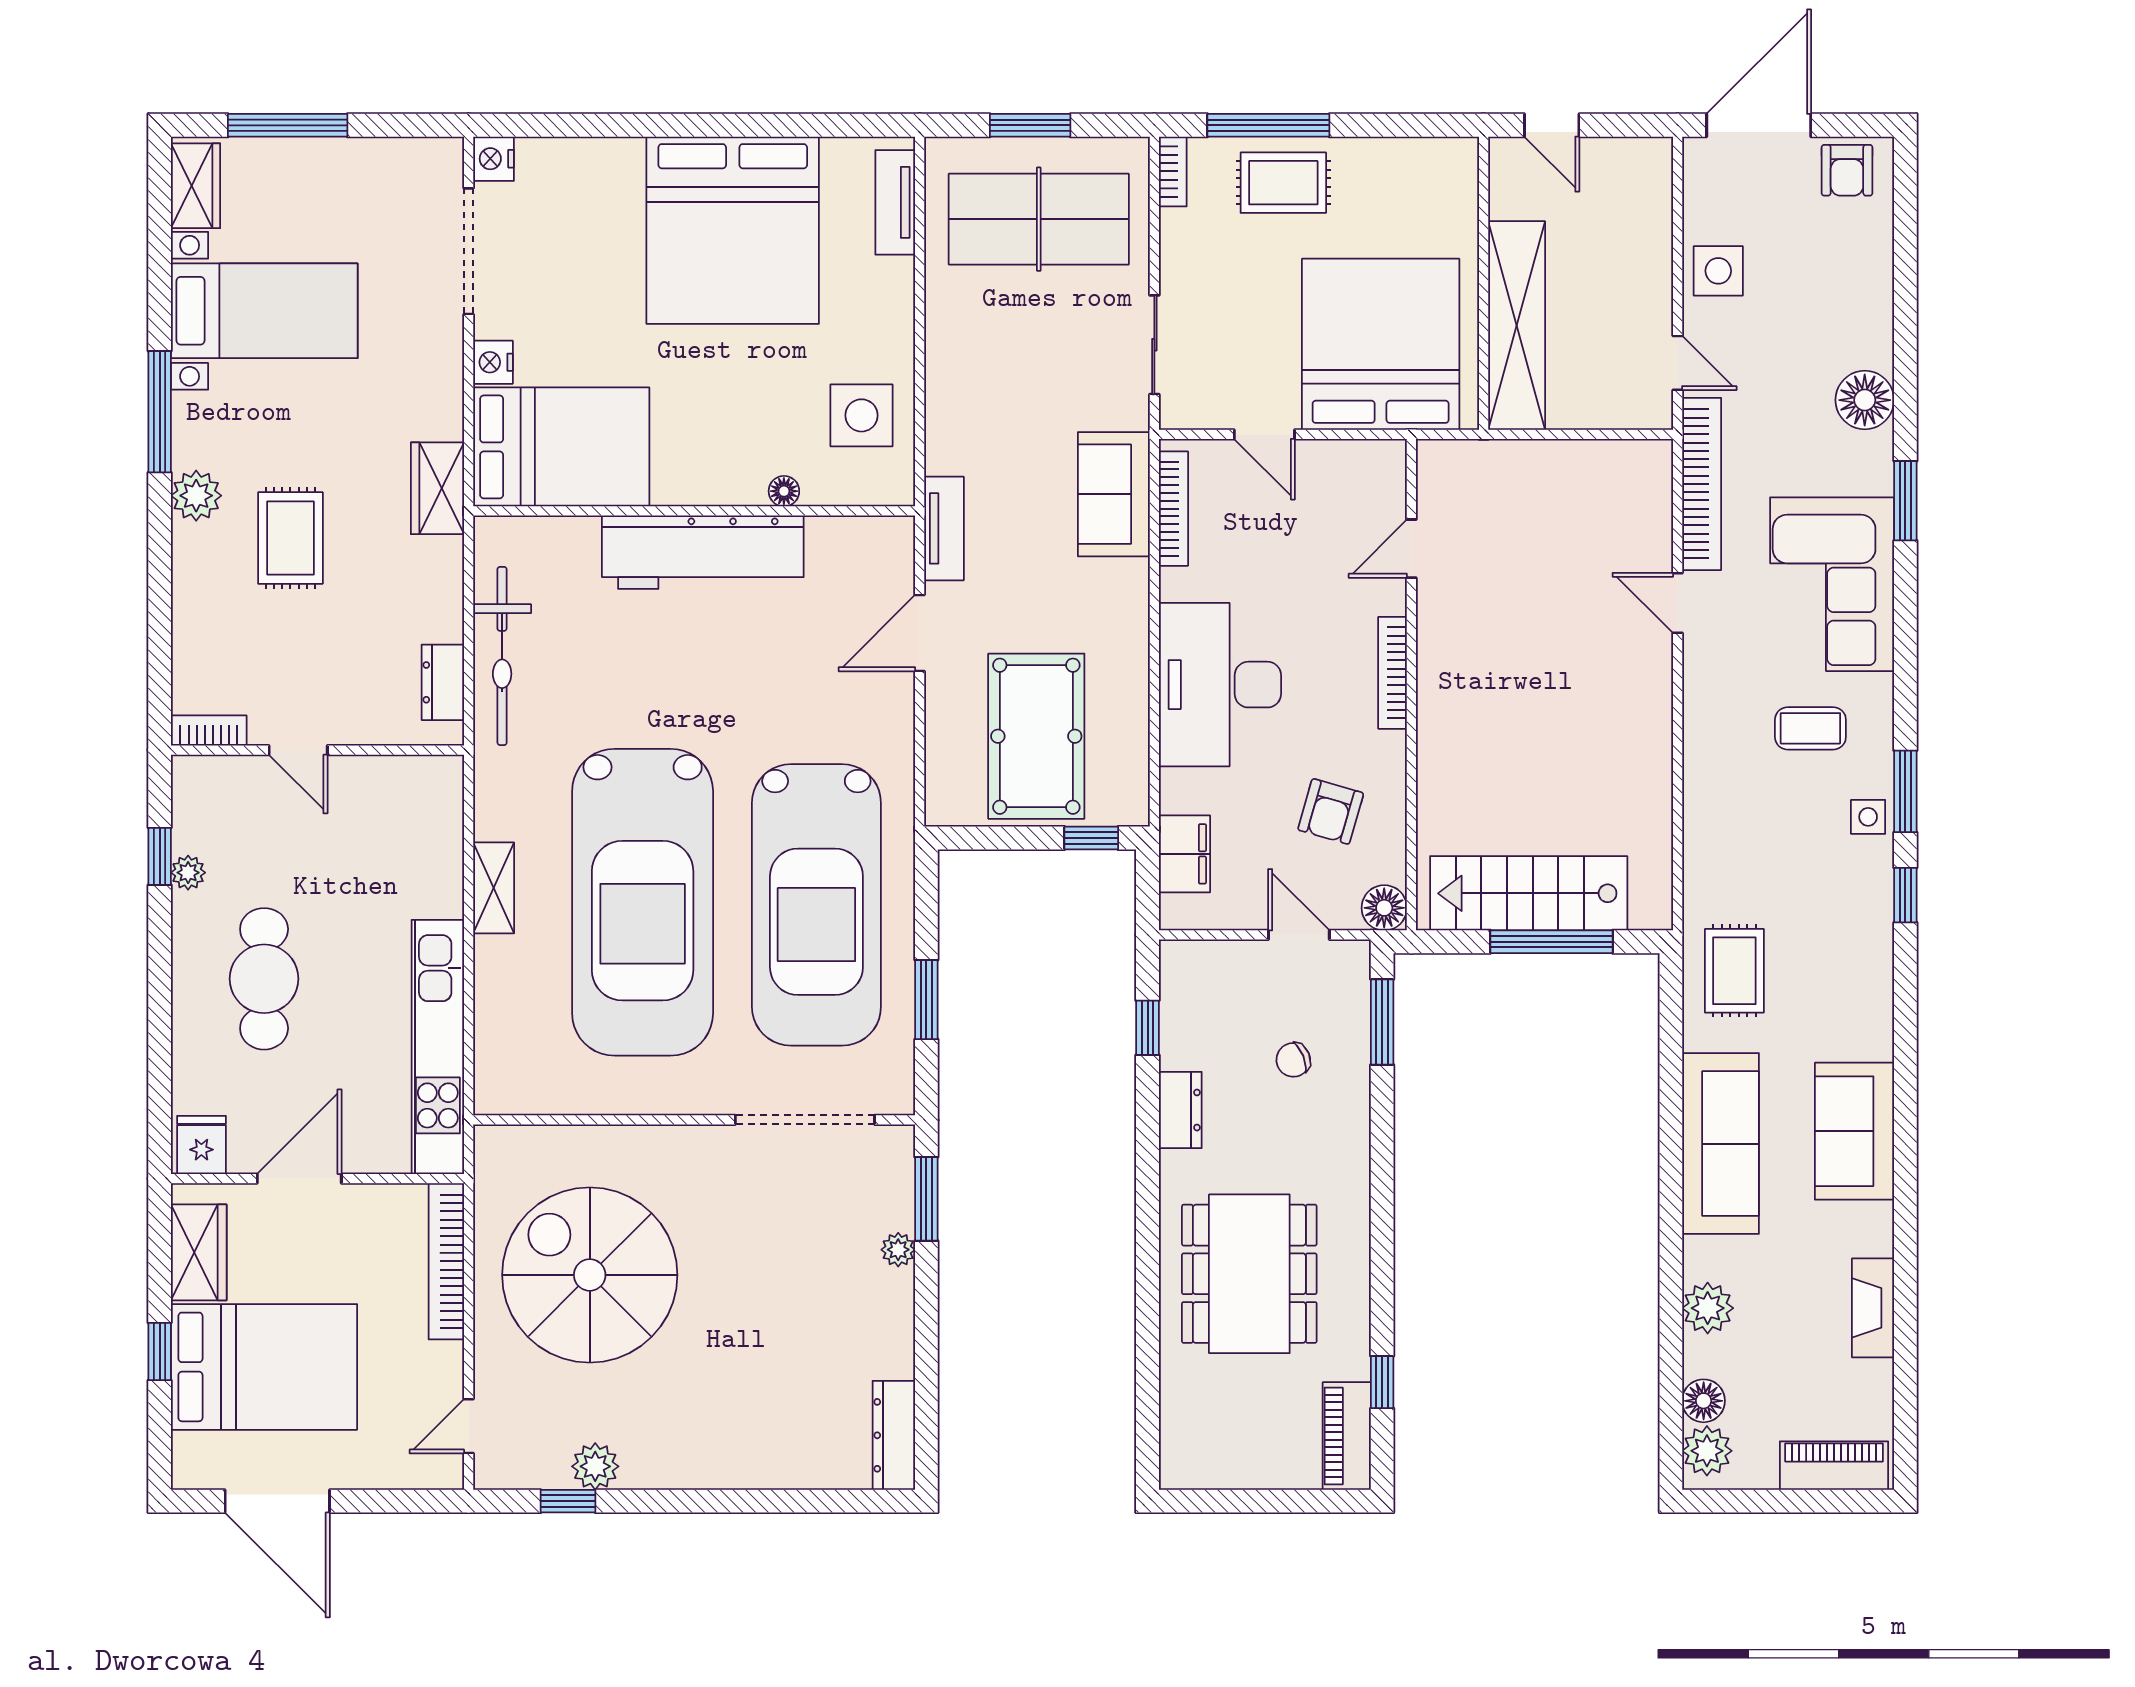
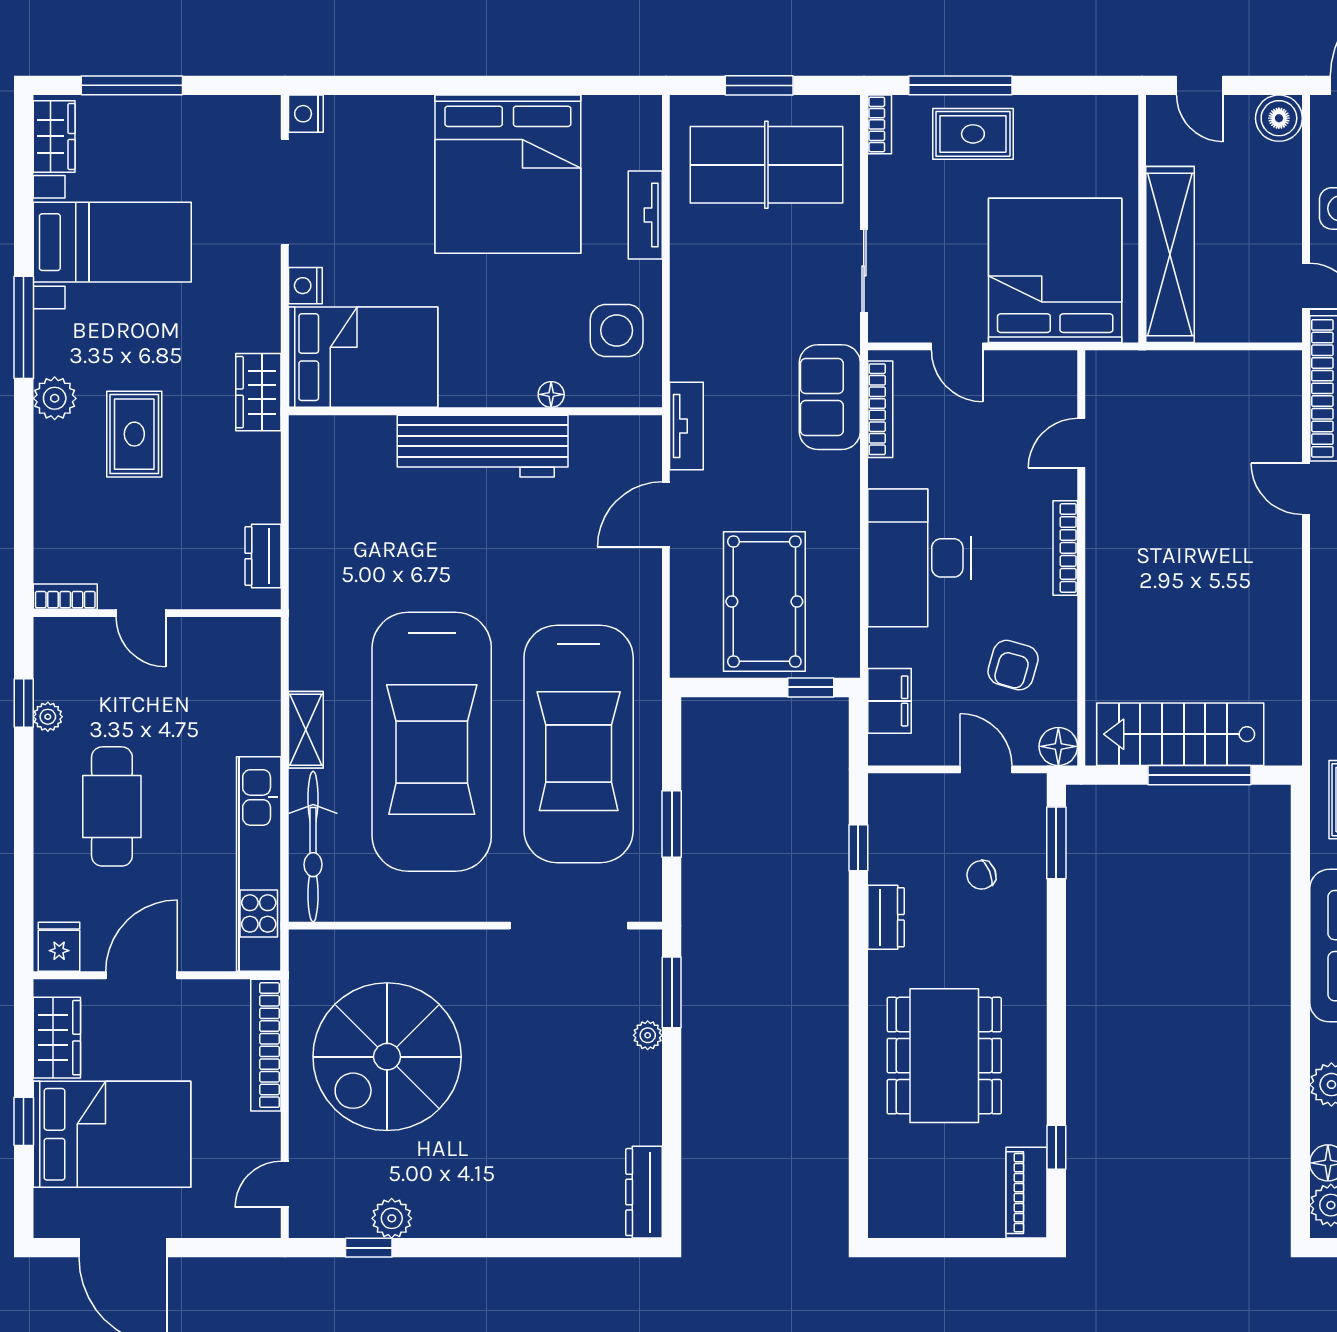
boiler: (1645, 164) -> (1279, 118), added
tv unit: (895, 202) -> (645, 215), moved
bicycle: (502, 656) -> (313, 847), moved
spiral stairs: (590, 1275) -> (387, 1057), turned -90

